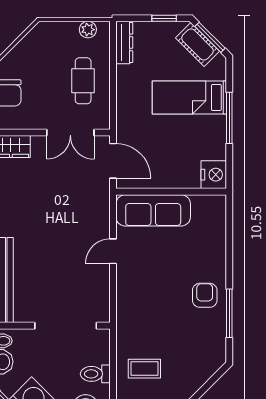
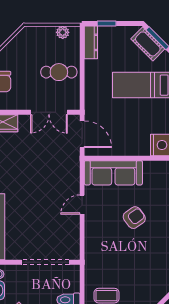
window: (164, 18) -> (107, 24), moved
cafe table: (83, 81) -> (59, 72), turned 90
armchair: (205, 295) -> (134, 218), moved, turned 54

